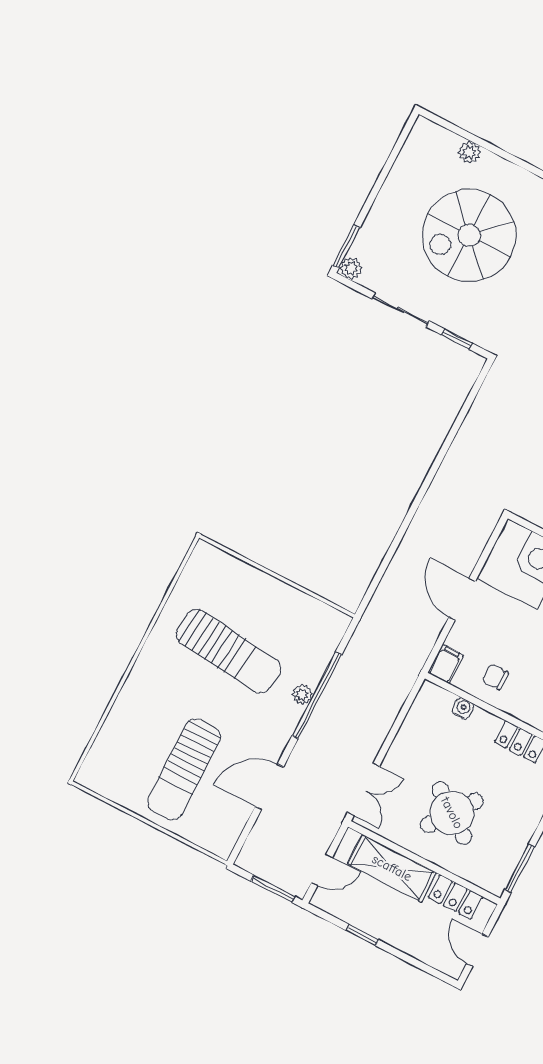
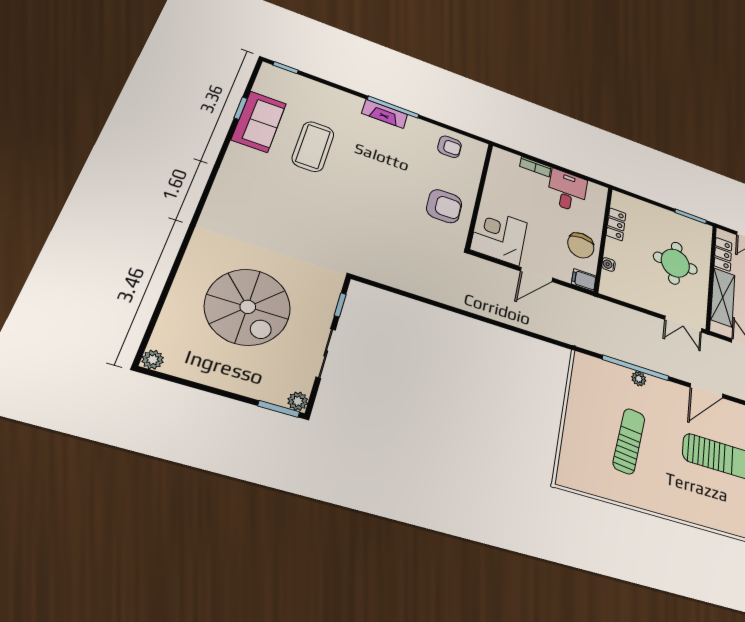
plant: (469, 152) -> (153, 360), moved
sun lounger: (228, 651) -> (629, 441), width x0.73, depth x0.75
chair: (495, 677) -> (581, 245), width x1.87, depth x1.87
door: (269, 787) -> (706, 391), hinge flipped
double door: (364, 789) -> (683, 324), swing flipped
round table: (452, 813) -> (675, 263), turned -36

